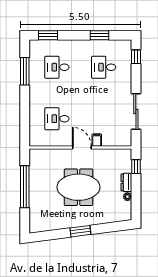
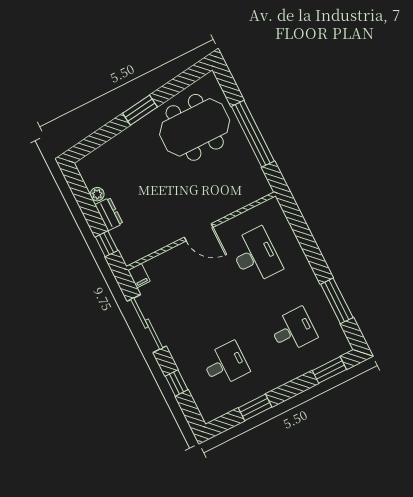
window: (136, 57) -> (177, 383), moved
desk: (57, 119) -> (256, 256), width x1.37
filing cabinet: (97, 140) -> (139, 276), moved
meeting table: (79, 187) -> (195, 127), moved

